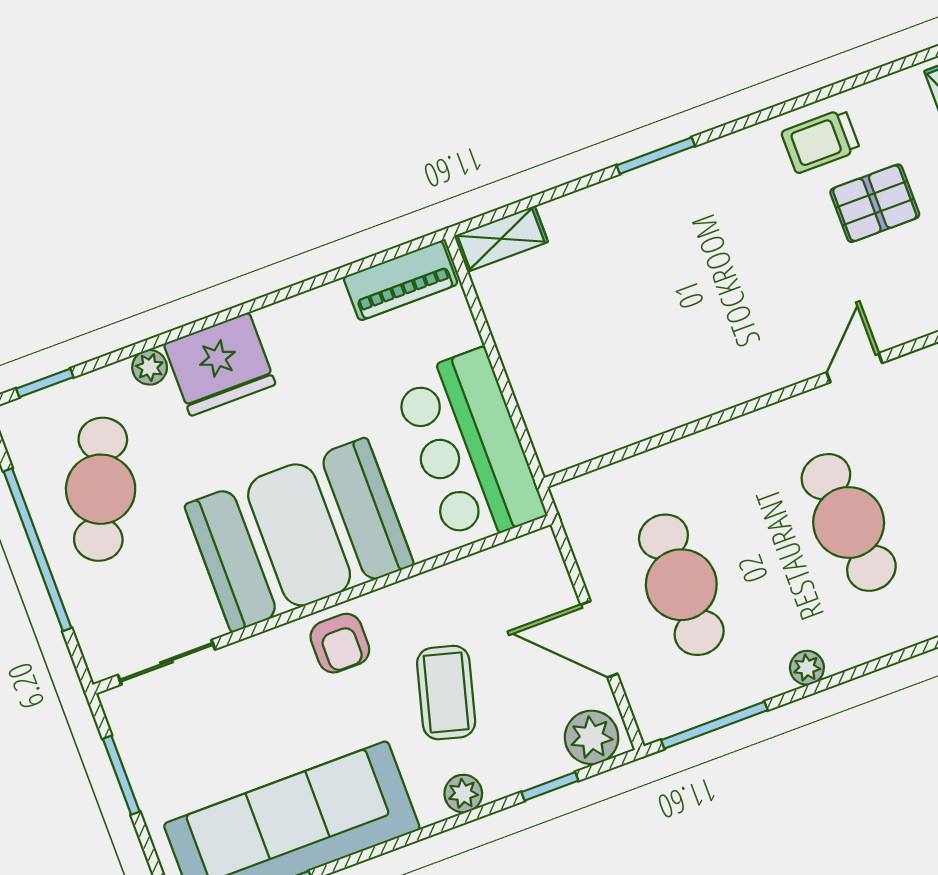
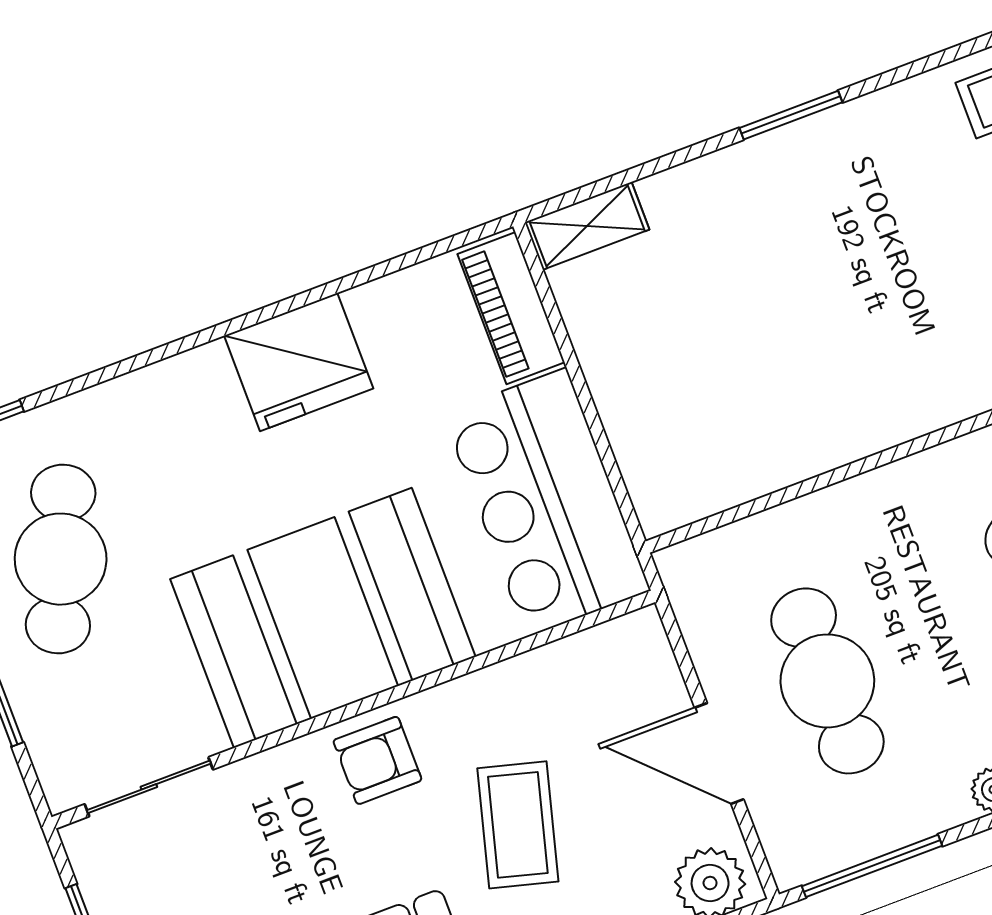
piano: (401, 281) -> (511, 308), moved, turned 90
fridge: (220, 364) -> (299, 362), moved
plant: (150, 367) -> (124, 398), removed
armchair: (340, 643) -> (377, 760), turned 90

